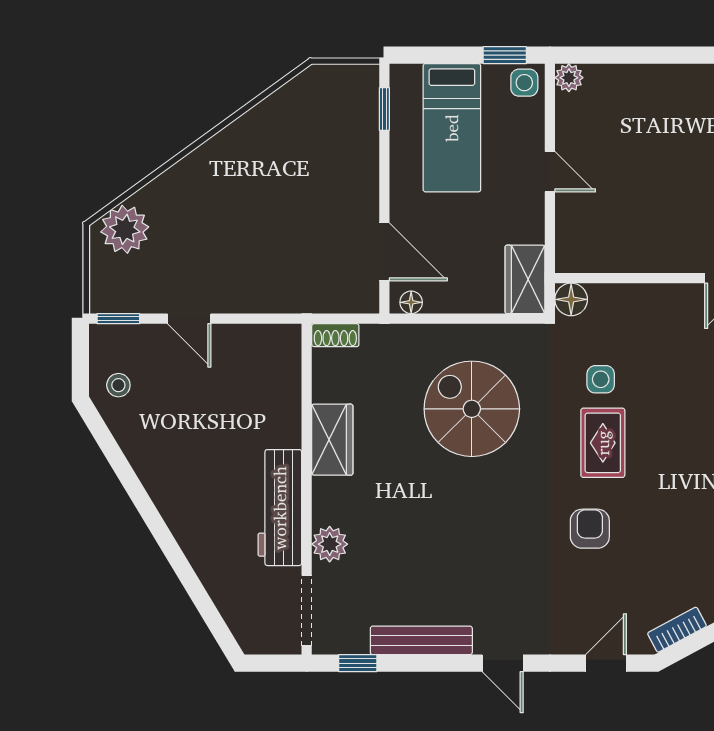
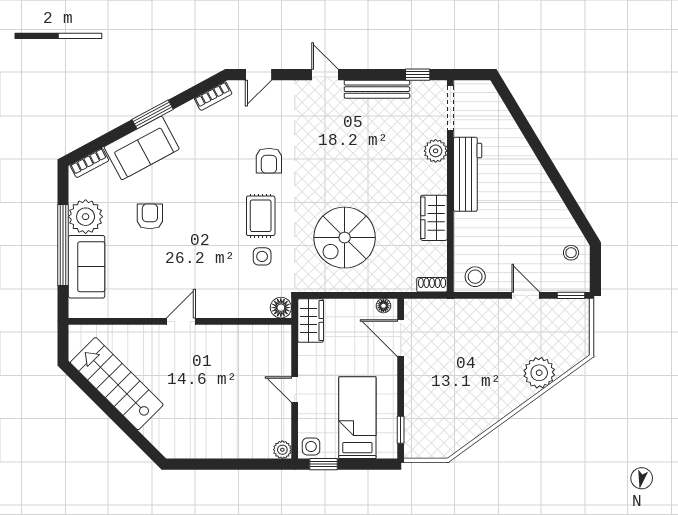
plant: (125, 229) -> (539, 373), moved
stool: (268, 348) -> (475, 277), added
spiral stairs: (472, 409) -> (345, 238), turned 90

